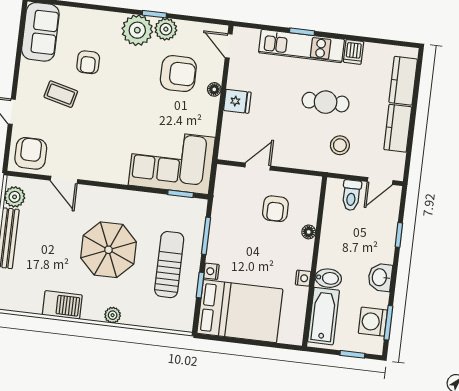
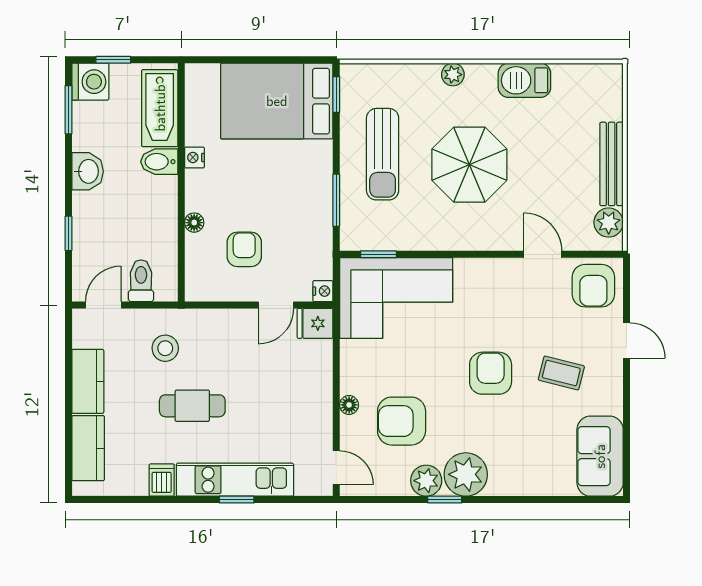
armchair: (88, 62) -> (491, 373), moved, width x1.38, depth x1.38
fridge: (237, 101) -> (315, 323), moved
nightstand: (211, 271) -> (323, 291), moved
window: (200, 285) -> (336, 95), moved
washing machine: (373, 322) -> (90, 82), moved

